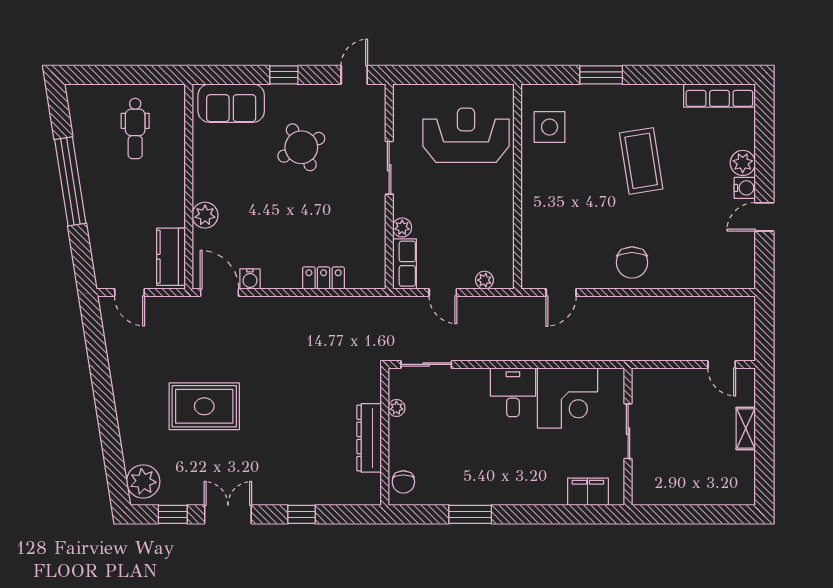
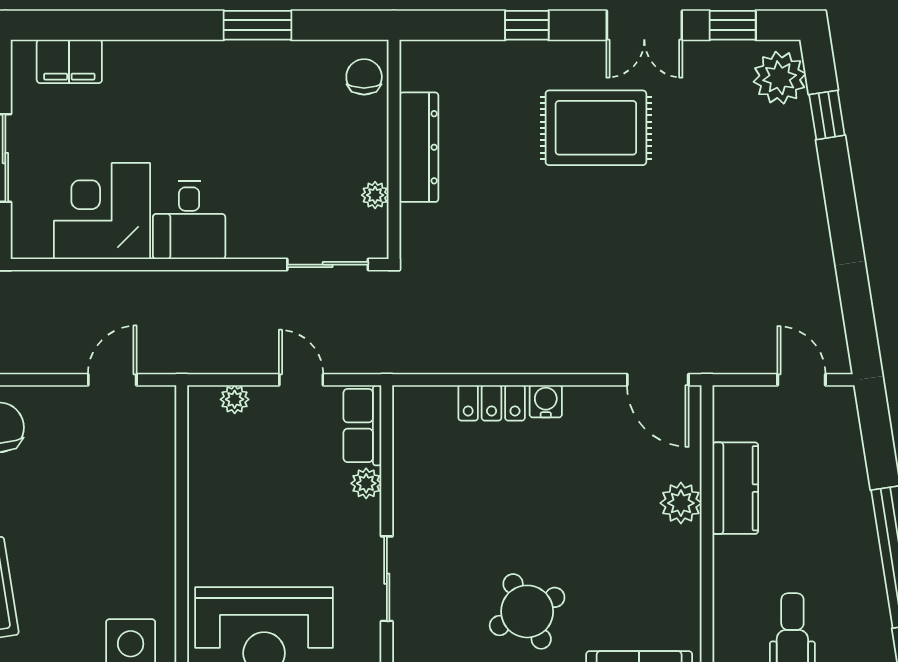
kitchen counter: (171, 257) -> (735, 488), moved
water cooler: (250, 279) -> (546, 401), moved
rug: (204, 406) -> (596, 128), moved
window: (114, 458) -> (827, 115), added

